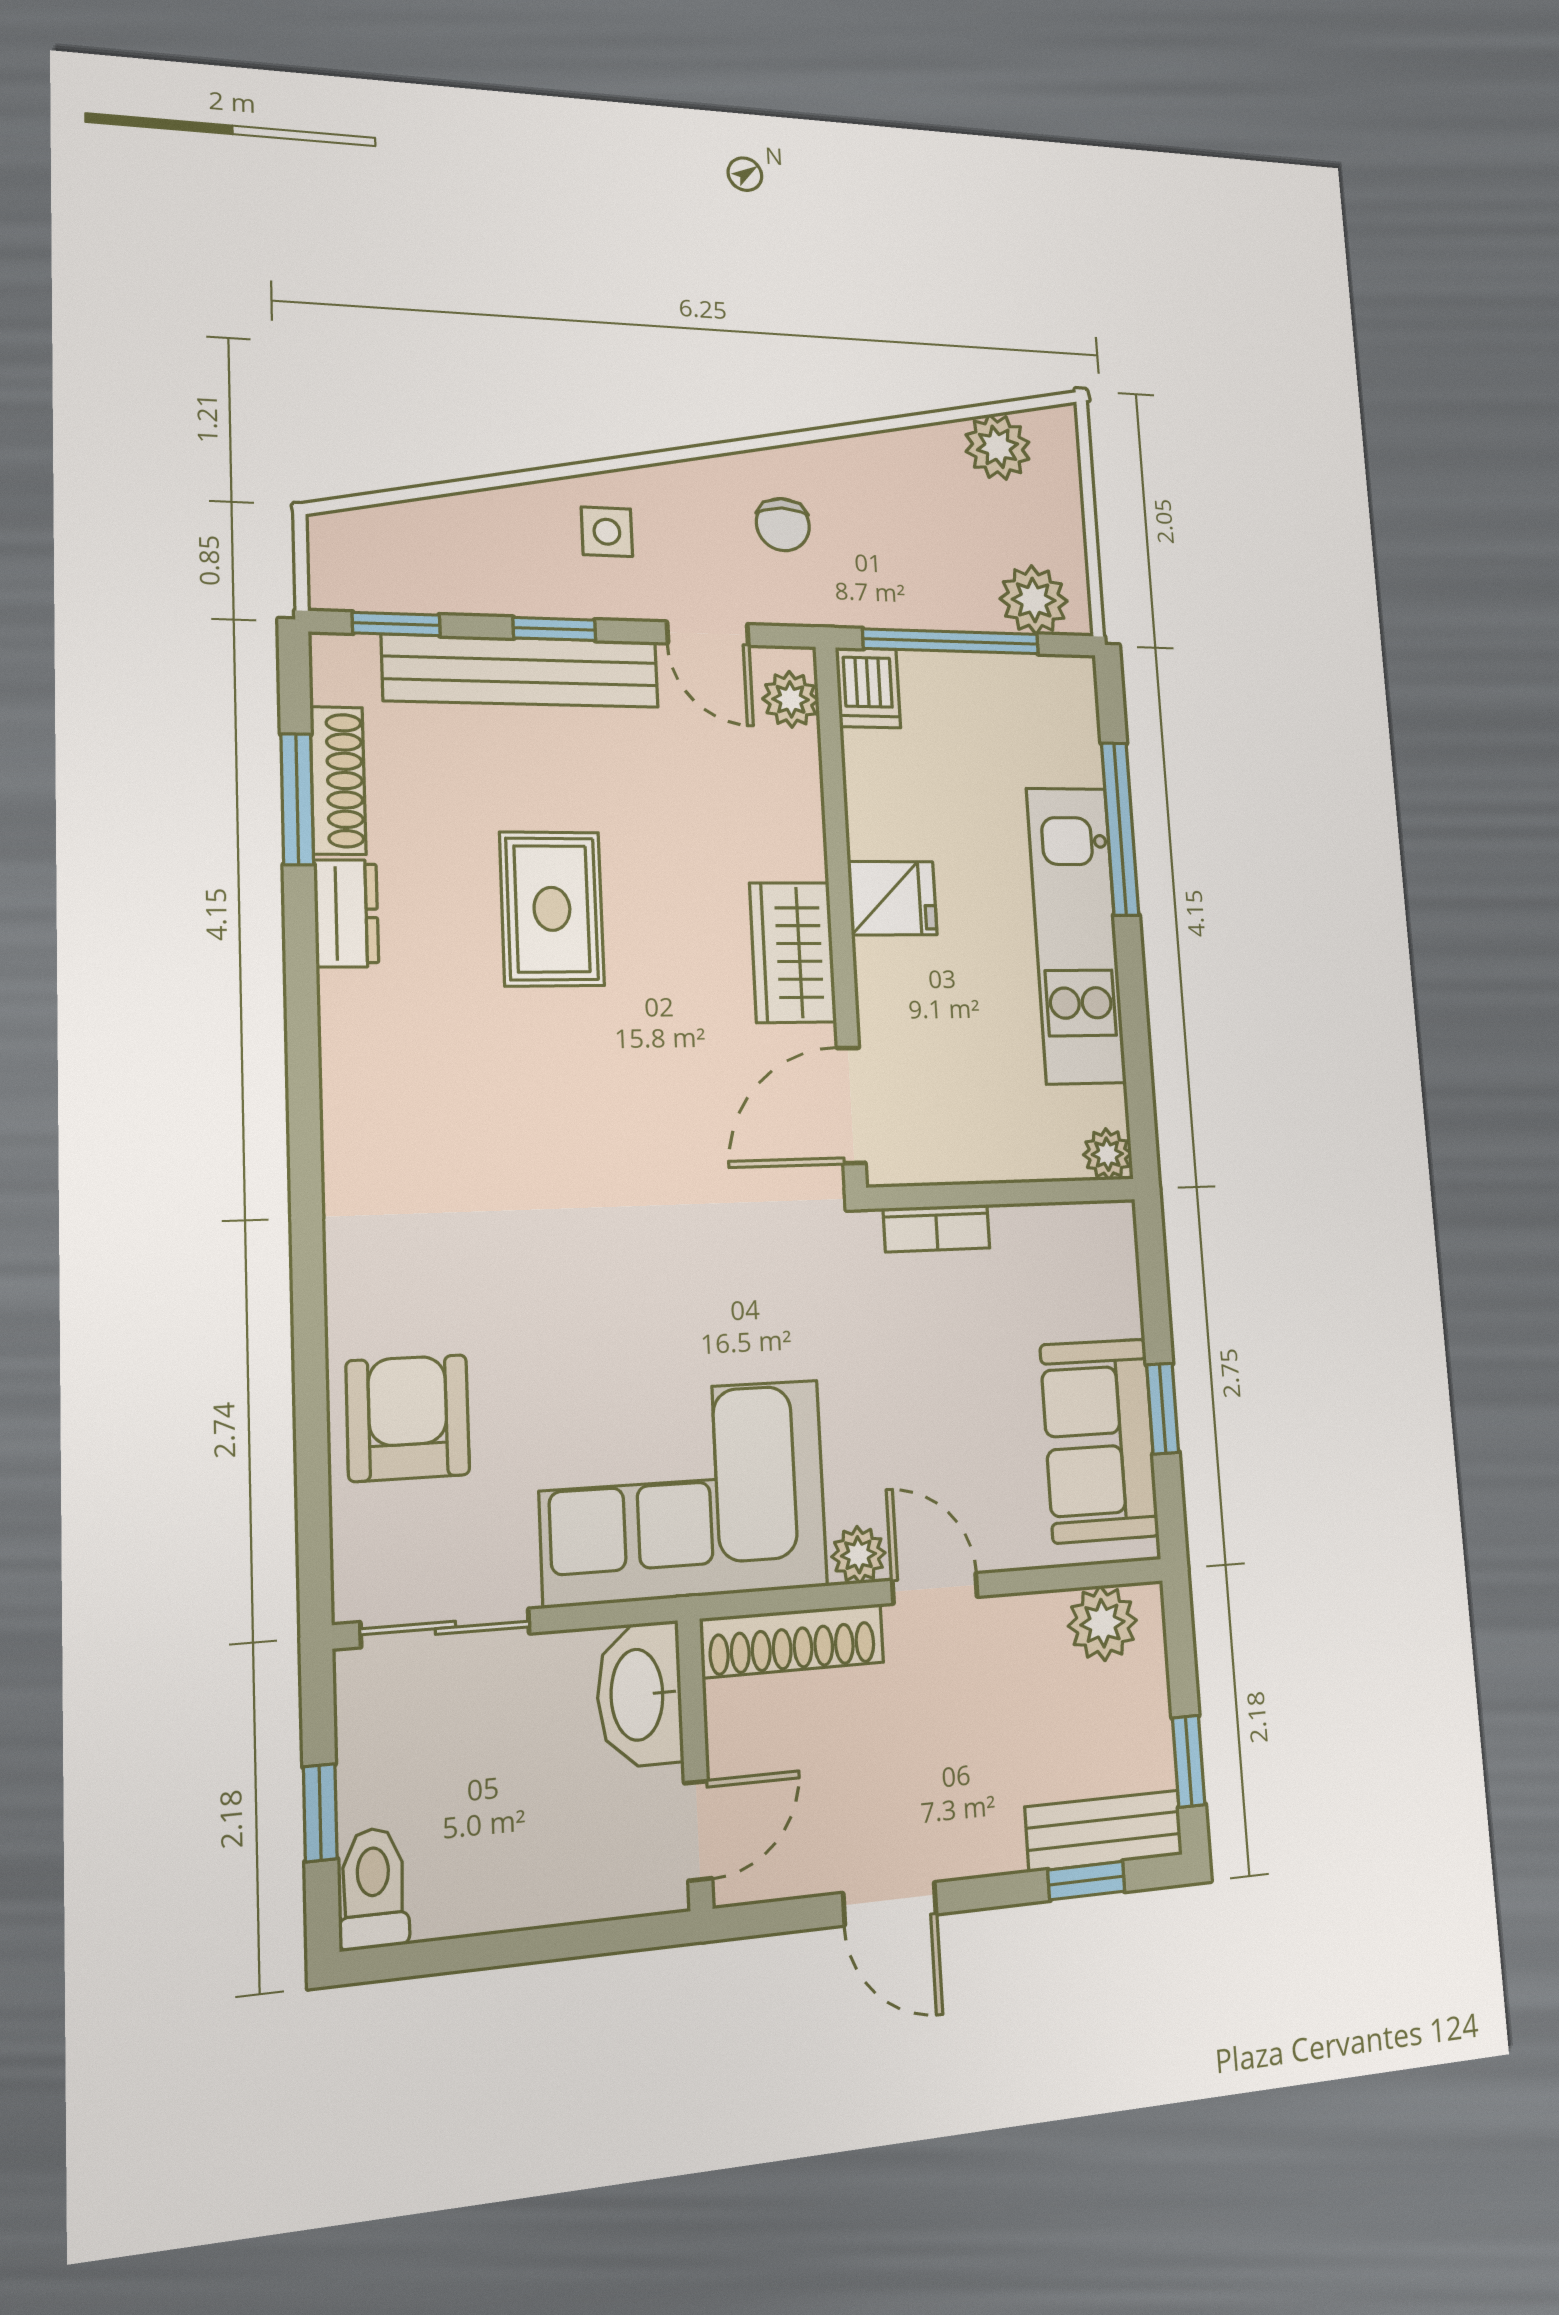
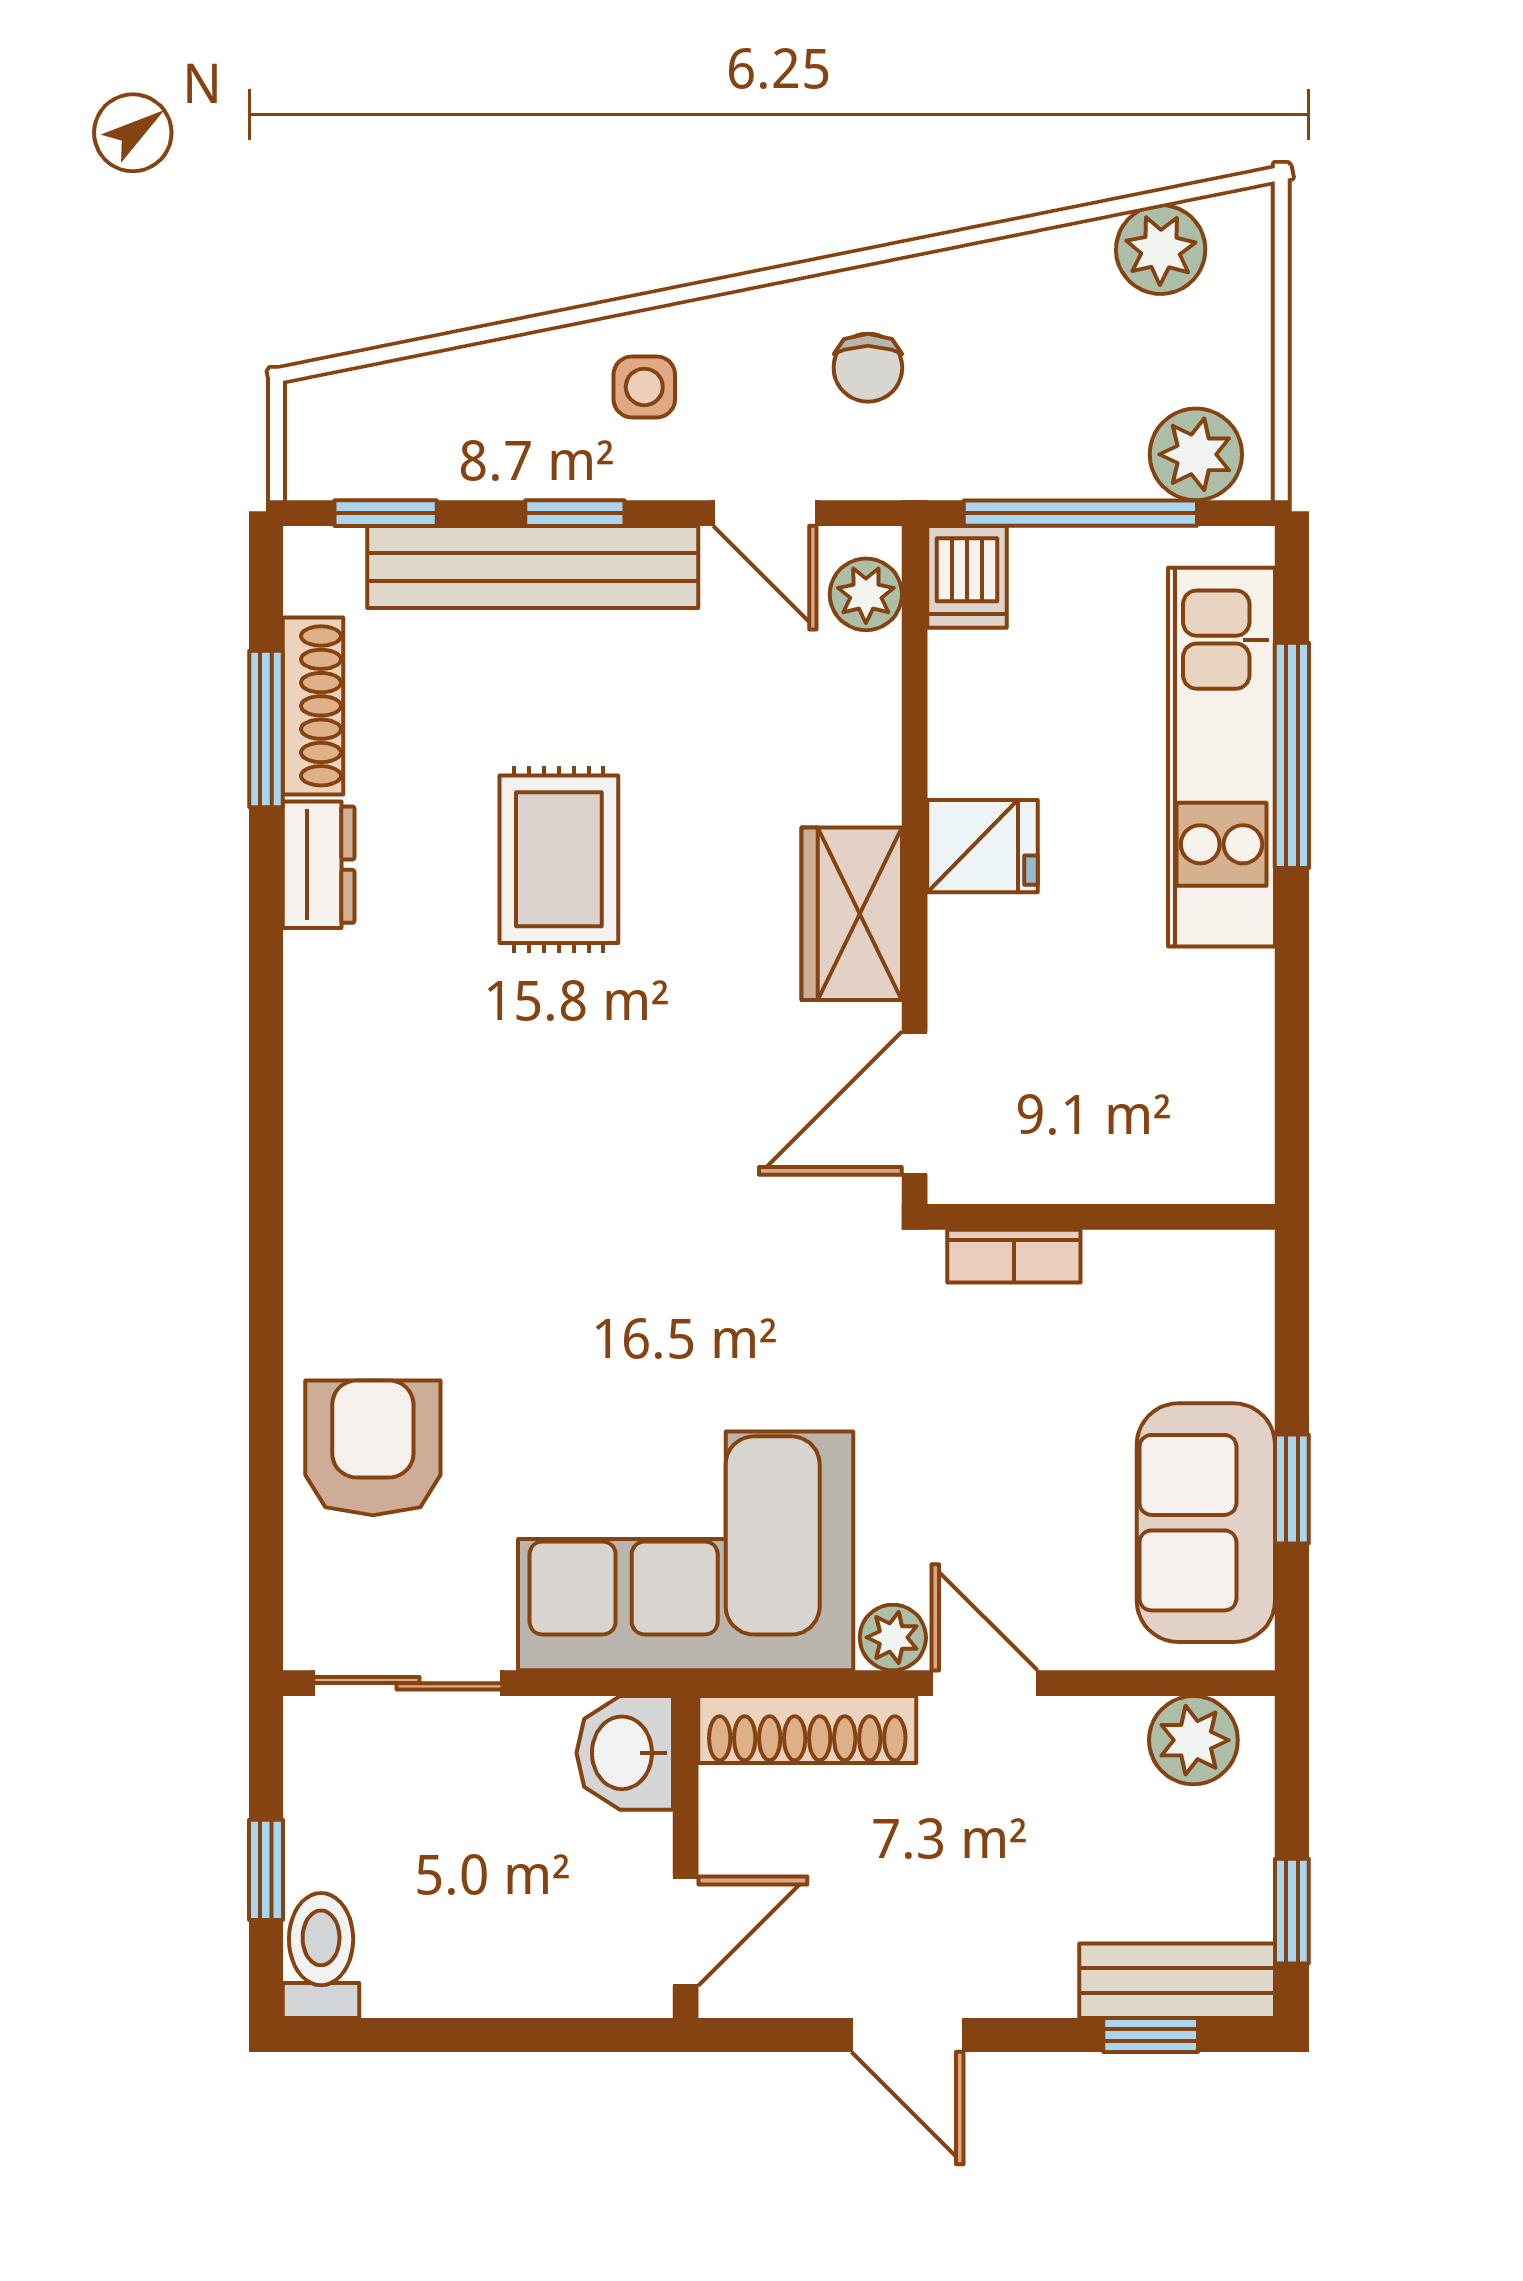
kitchen unit: (1076, 935) -> (1222, 757), moved
plant: (1107, 1154) -> (1243, 1172), removed
washbasin: (639, 1694) -> (625, 1753), width x0.72

